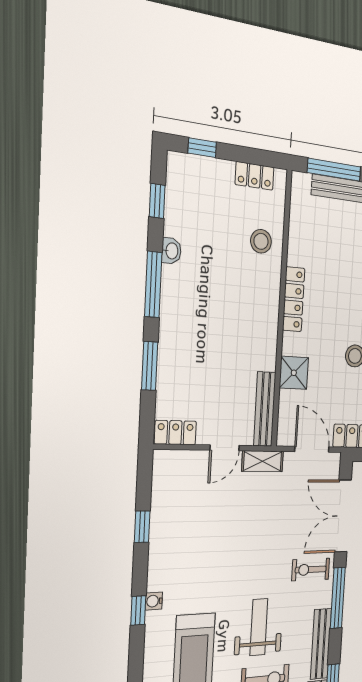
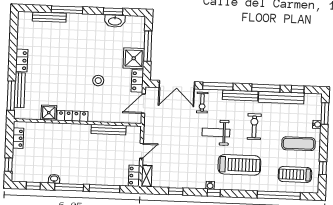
stool: (261, 241) -> (47, 134), removed
window: (150, 366) -> (104, 189), width x1.44
shower: (294, 373) -> (49, 113), moved
bench: (265, 409) -> (109, 130), moved
door: (225, 448) -> (141, 151), hinge flipped
shelving: (263, 461) -> (147, 176), moved
weight bench: (259, 627) -> (216, 133), moved

